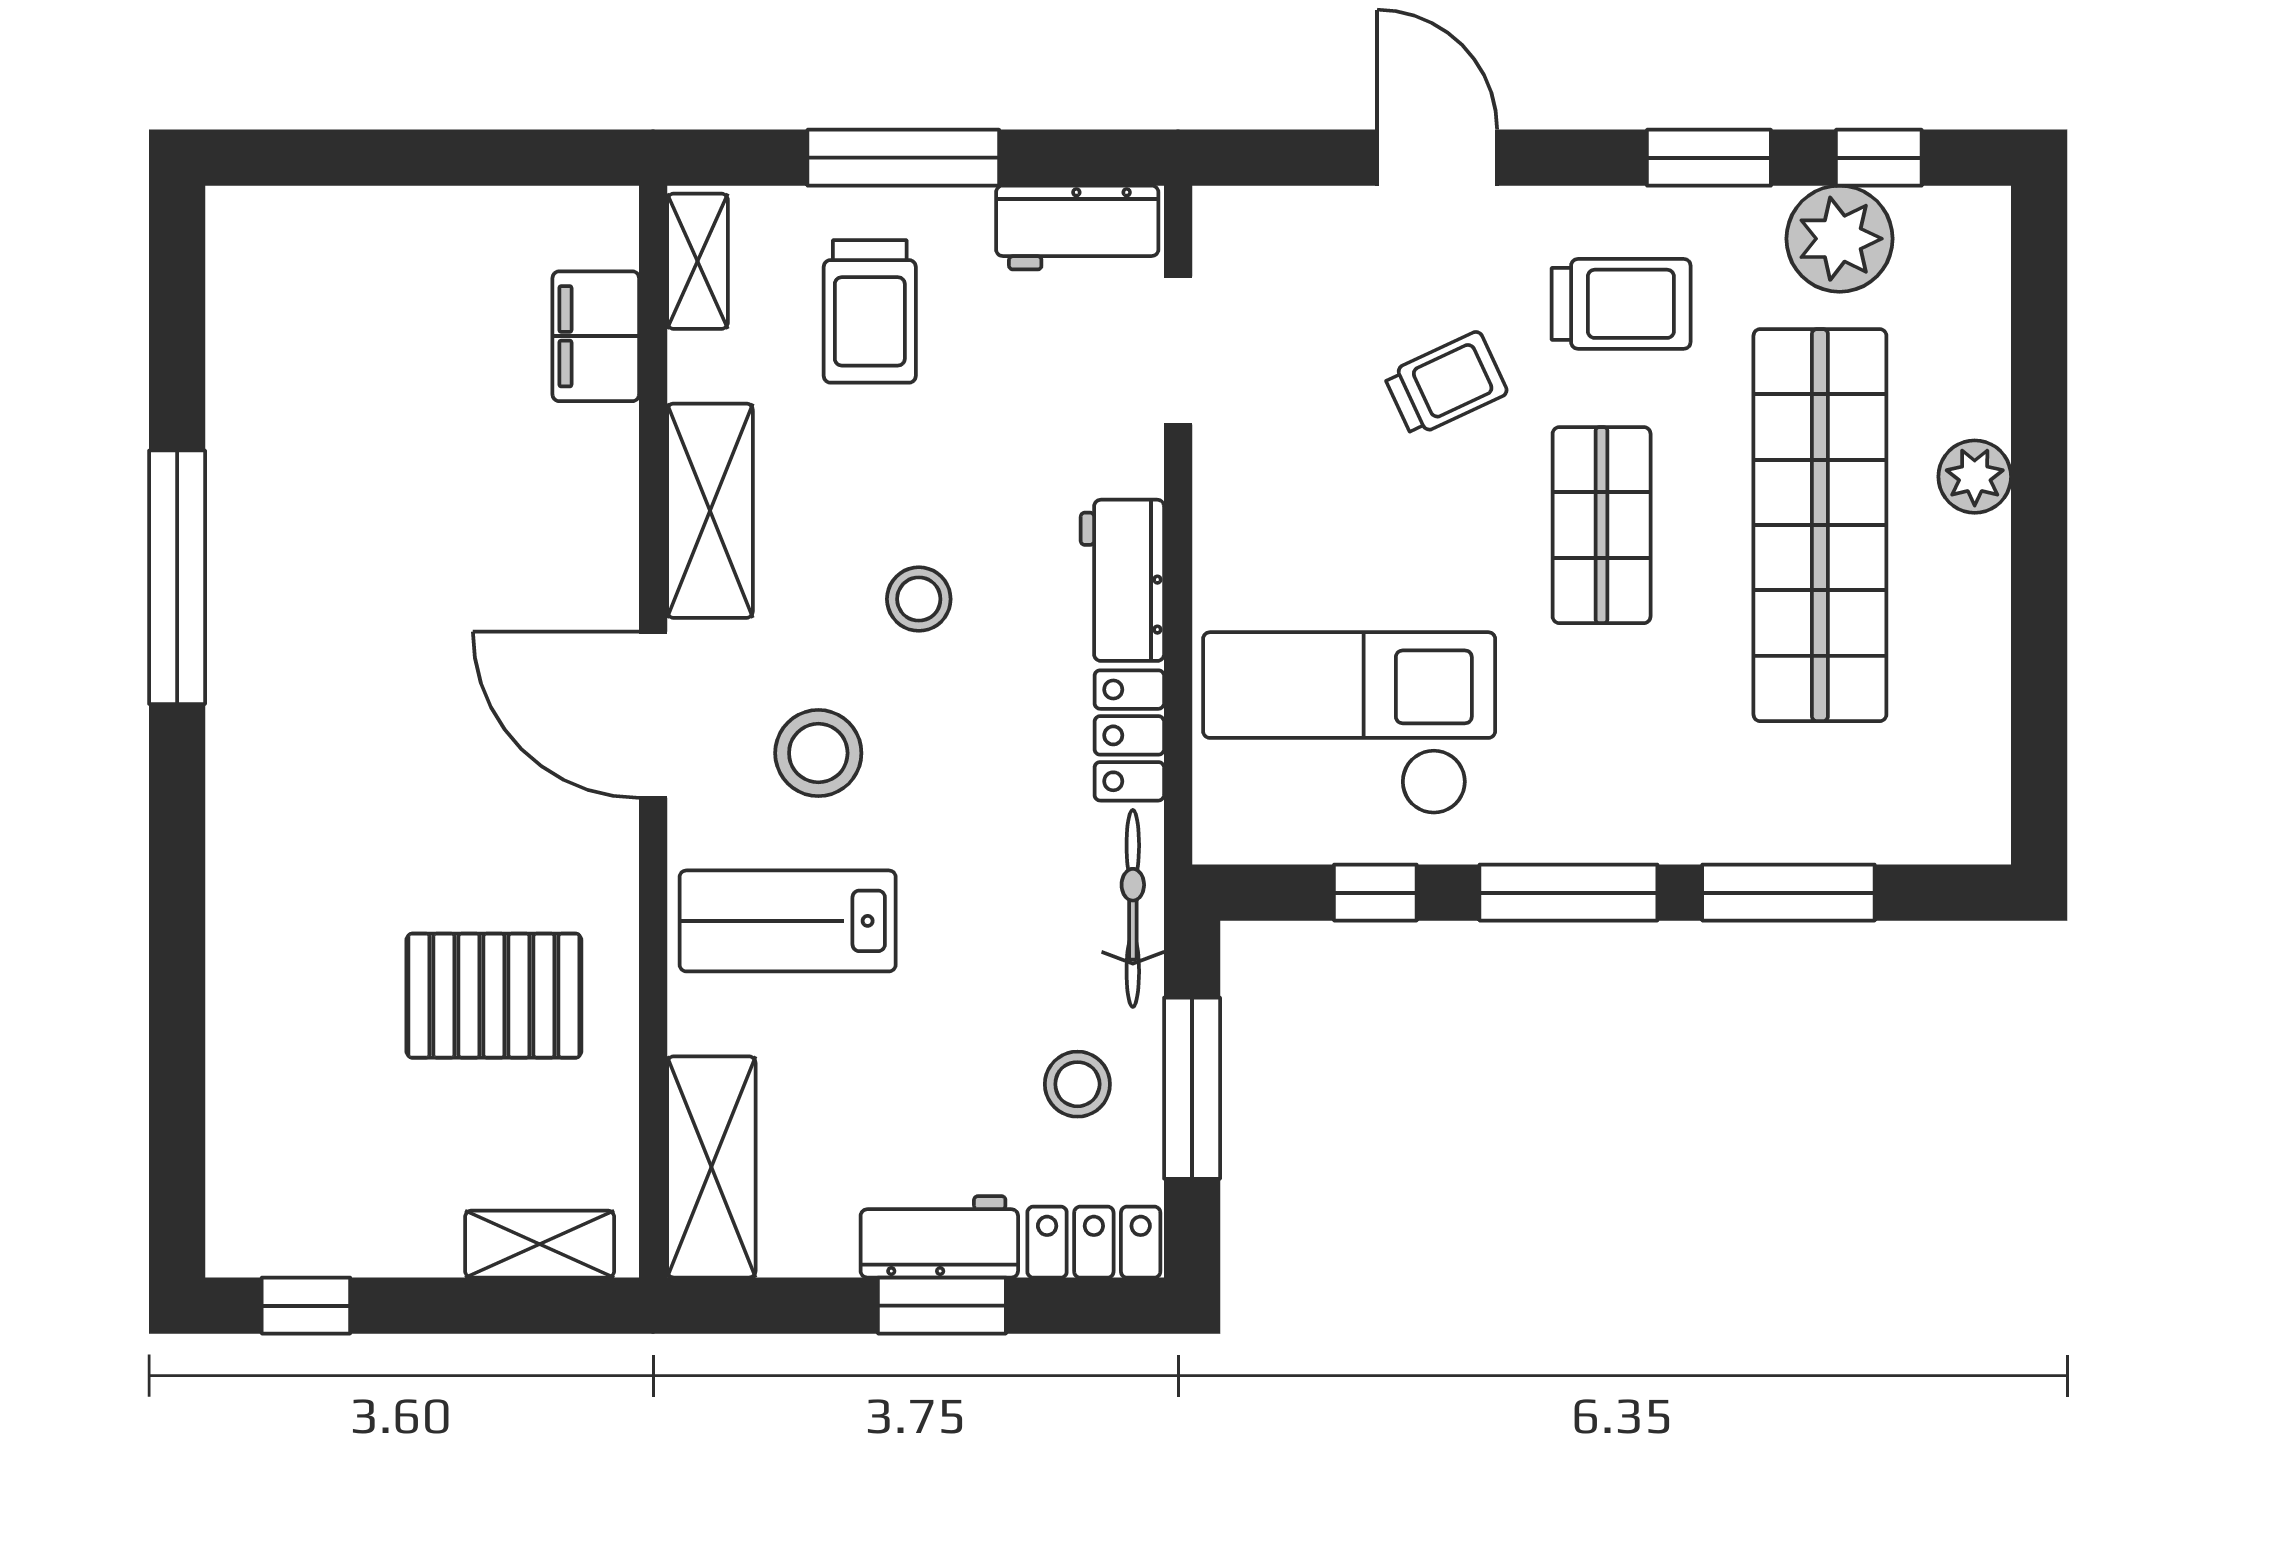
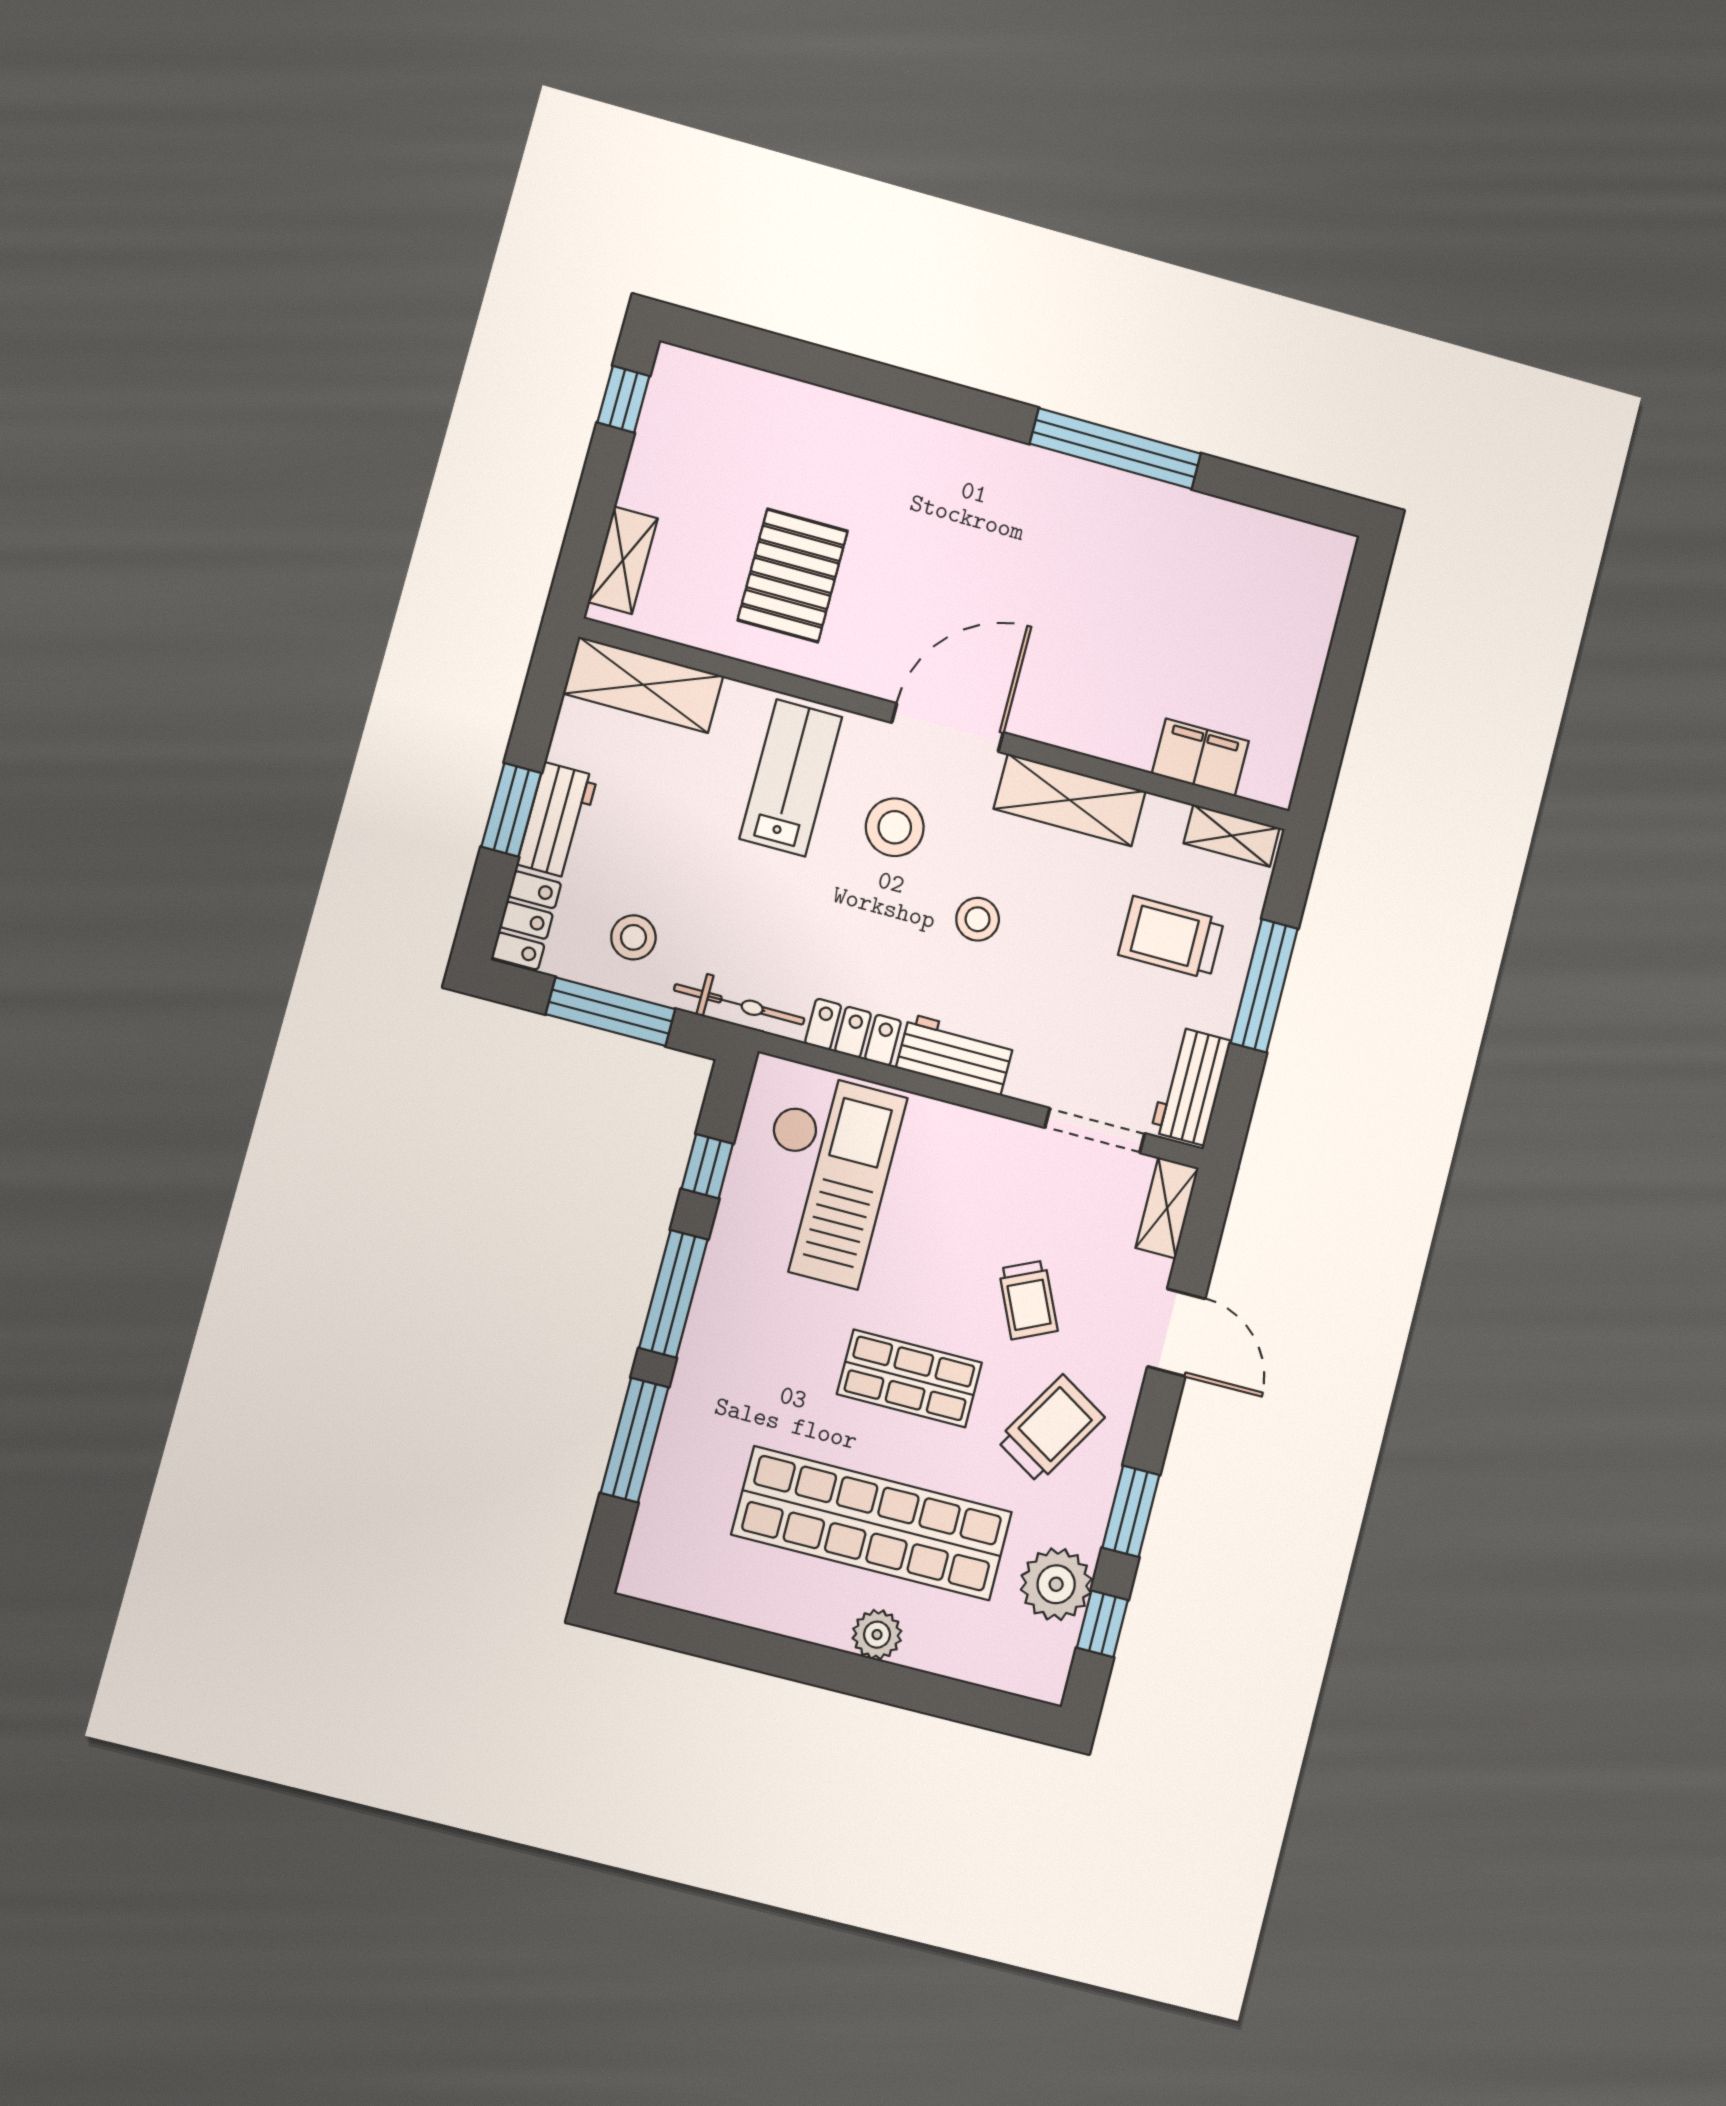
door: (1437, 158) -> (1176, 1333), hinge flipped
shelving: (1262, 217) -> (1167, 1208), added
trolley: (1621, 304) -> (1051, 1429), turned -149

